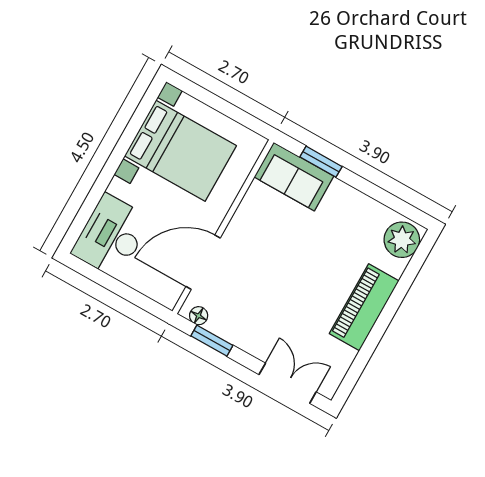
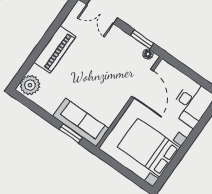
sofa: (294, 177) -> (81, 122), width x1.36
door: (203, 262) -> (142, 84), hinge flipped

